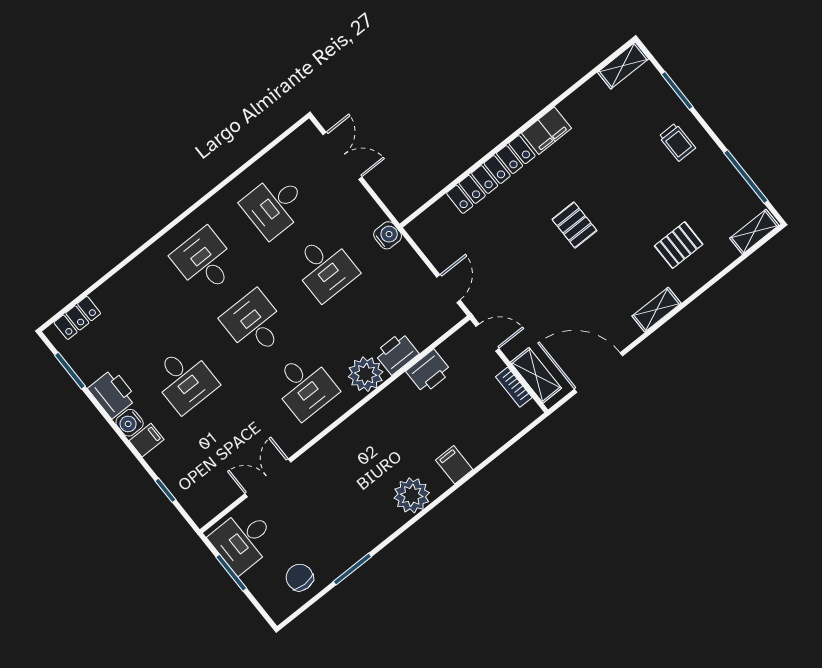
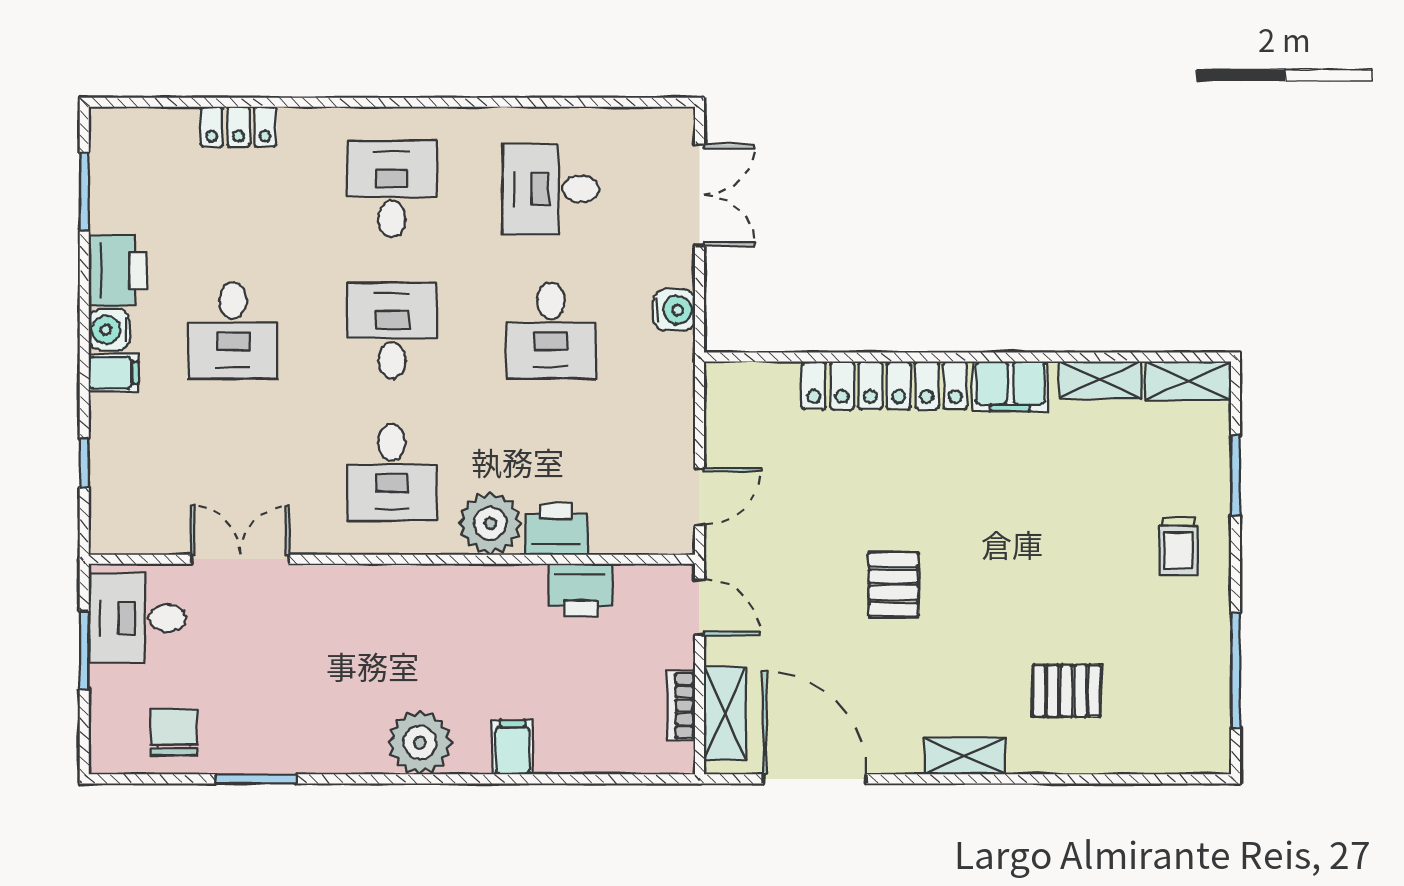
pallet: (574, 225) -> (893, 585), moved
shelving: (754, 232) -> (1101, 380), moved
water cooler: (388, 235) -> (674, 310), moved
locker: (77, 318) -> (238, 127), moved

